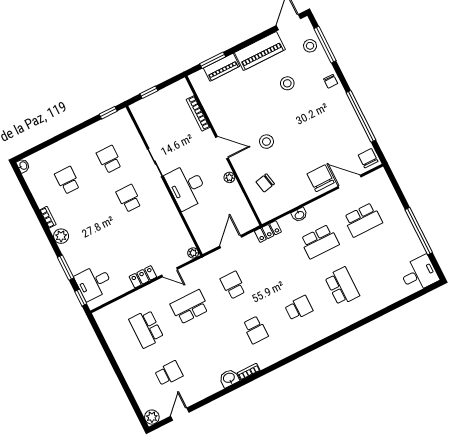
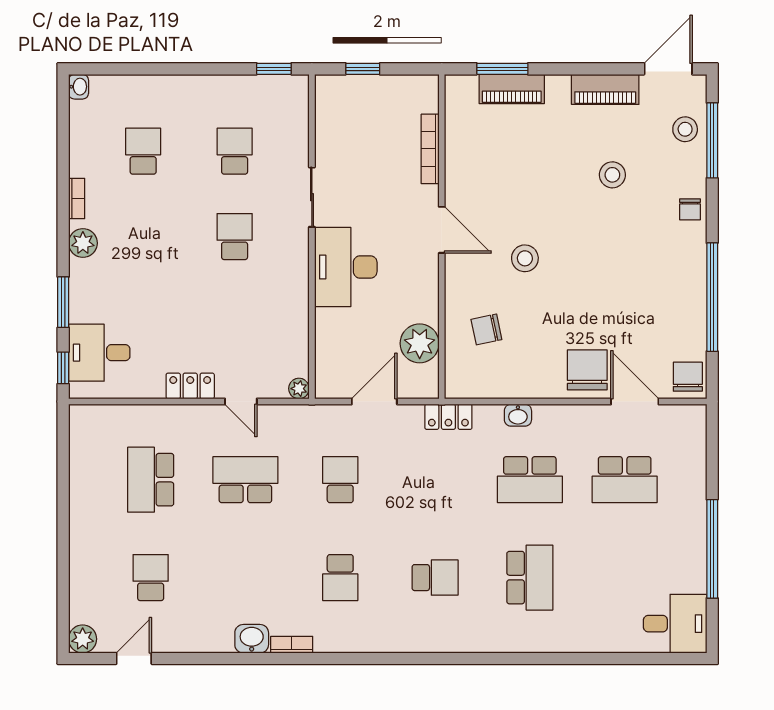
piano: (260, 51) -> (605, 89), width x0.73, depth x0.75
plant: (229, 177) -> (420, 343), moved, width x1.88, depth x1.88
school desk: (169, 373) -> (151, 578), turned -90

